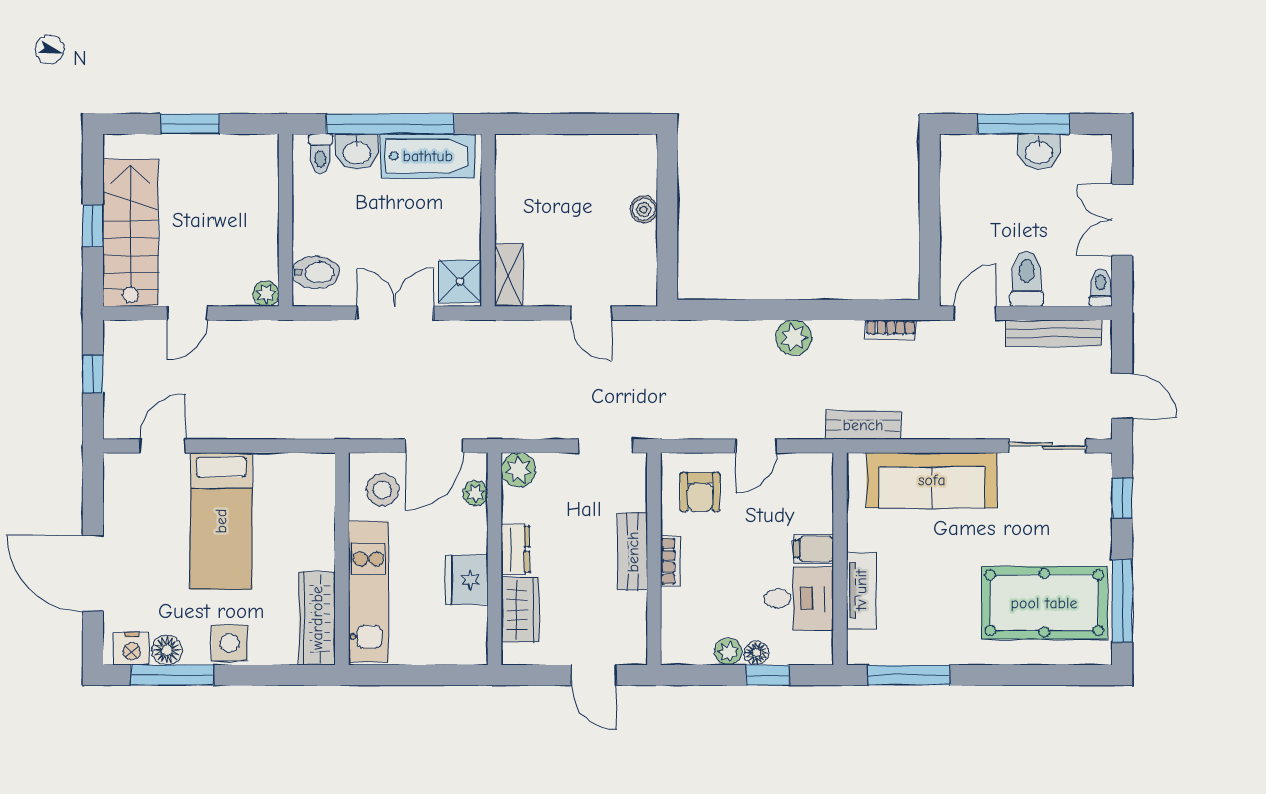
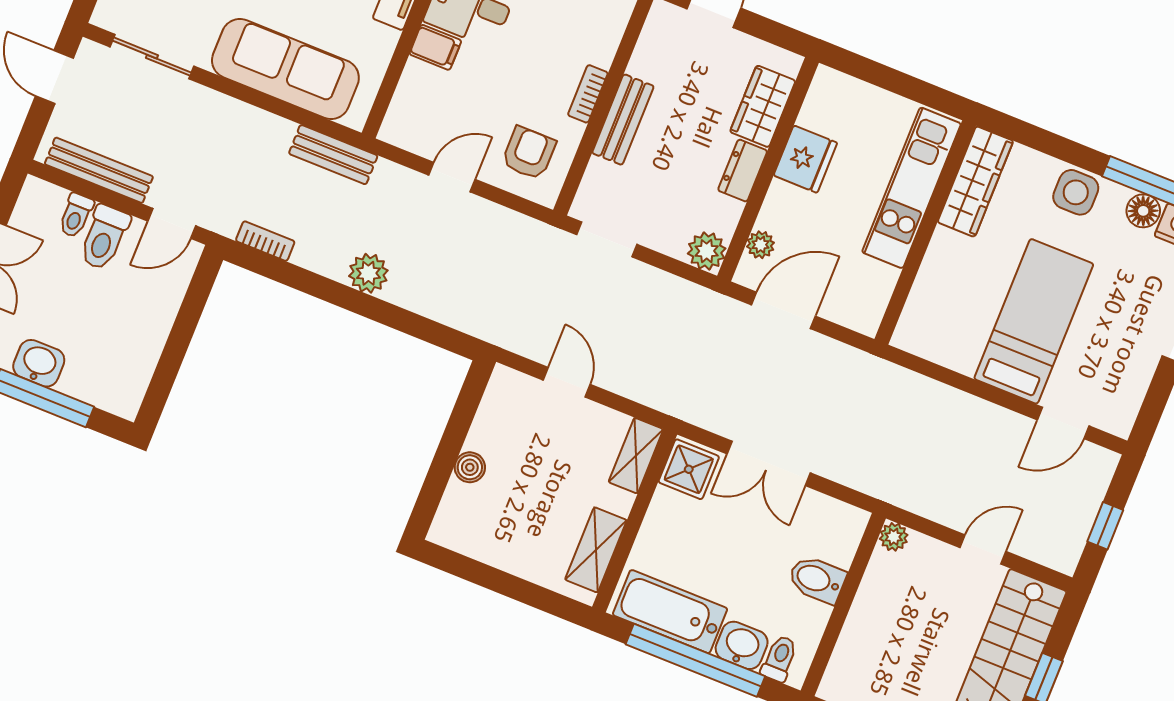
shelving: (511, 183) -> (596, 550), added
bidet: (316, 272) -> (817, 579), moved
toilet: (1101, 288) -> (76, 215), moved
stool: (382, 490) -> (855, 287), removed

